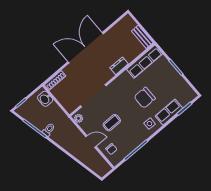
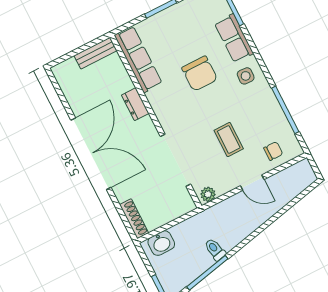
double door: (86, 48) -> (91, 154), swing flipped
door: (91, 141) -> (252, 183), swing flipped

